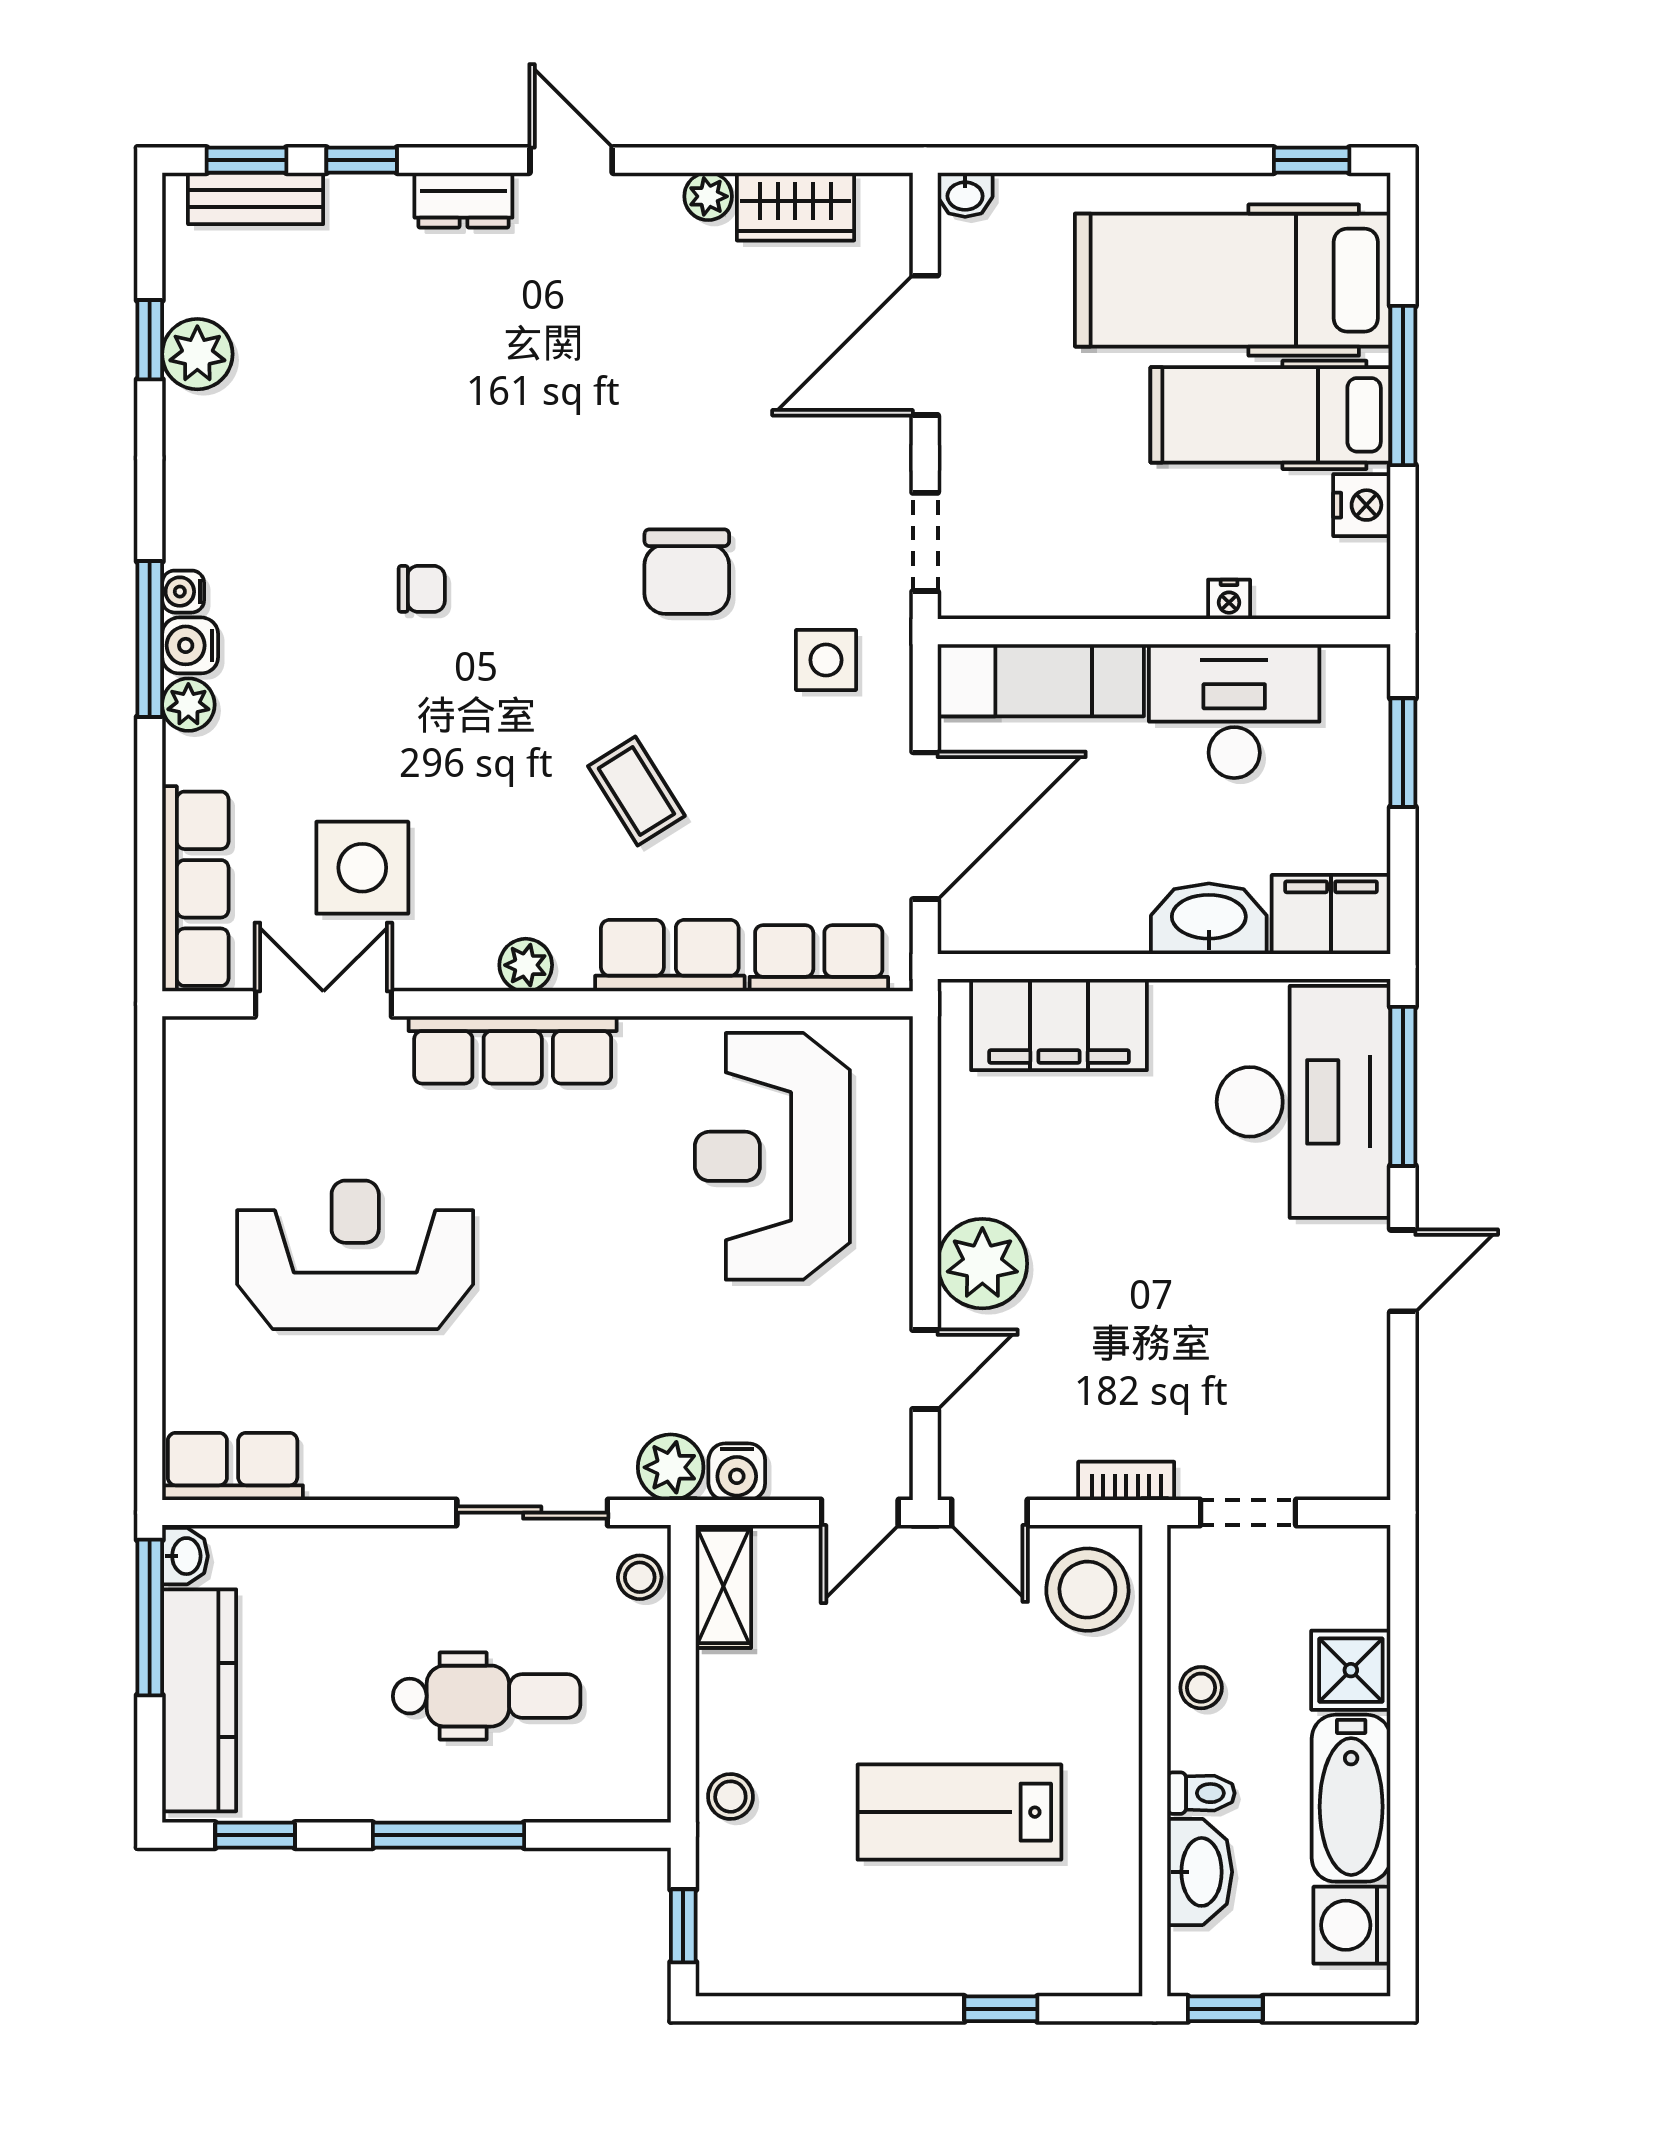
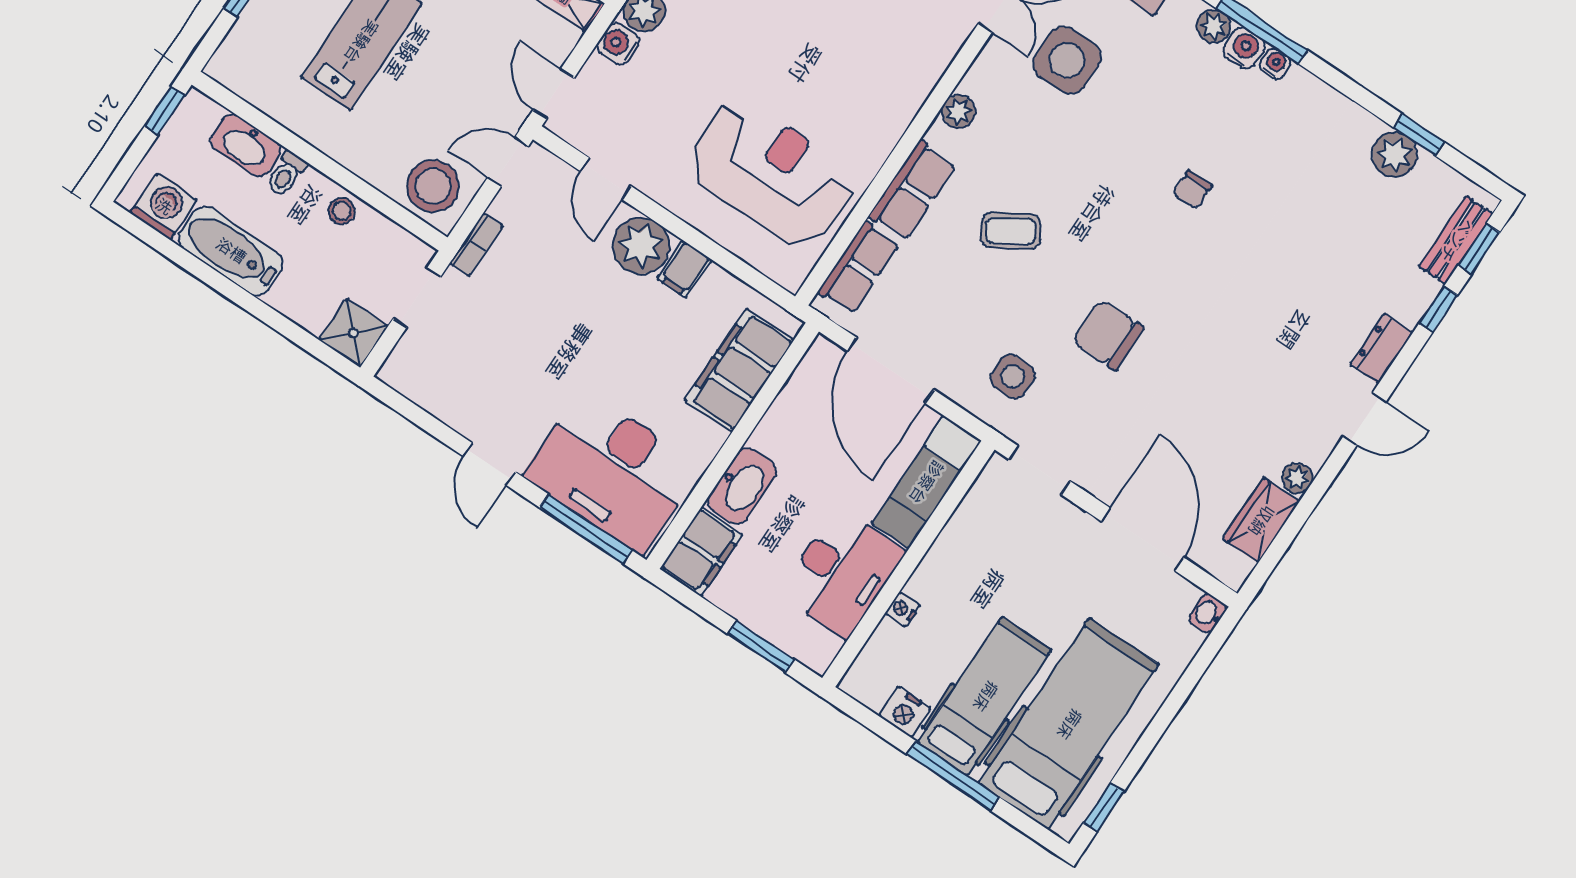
row of seats: (513, 1050) -> (919, 75), removed
filing cabinet: (975, 1186) -> (684, 269), added
shower: (1351, 1670) -> (353, 333), moved

